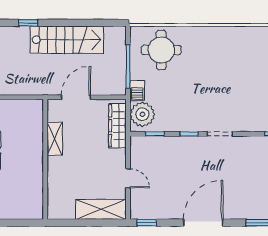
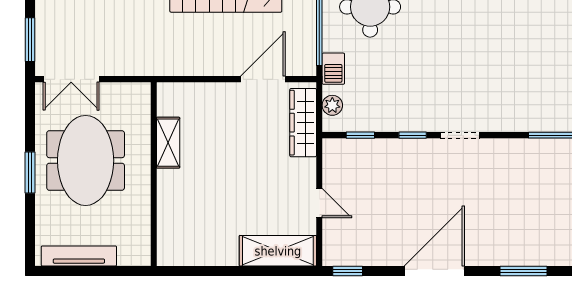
door: (76, 97) -> (263, 79), moved
plant: (142, 114) -> (332, 105), width x0.53, depth x0.53
shelving: (55, 139) -> (168, 143), moved
wall: (45, 159) -> (154, 174), moved

